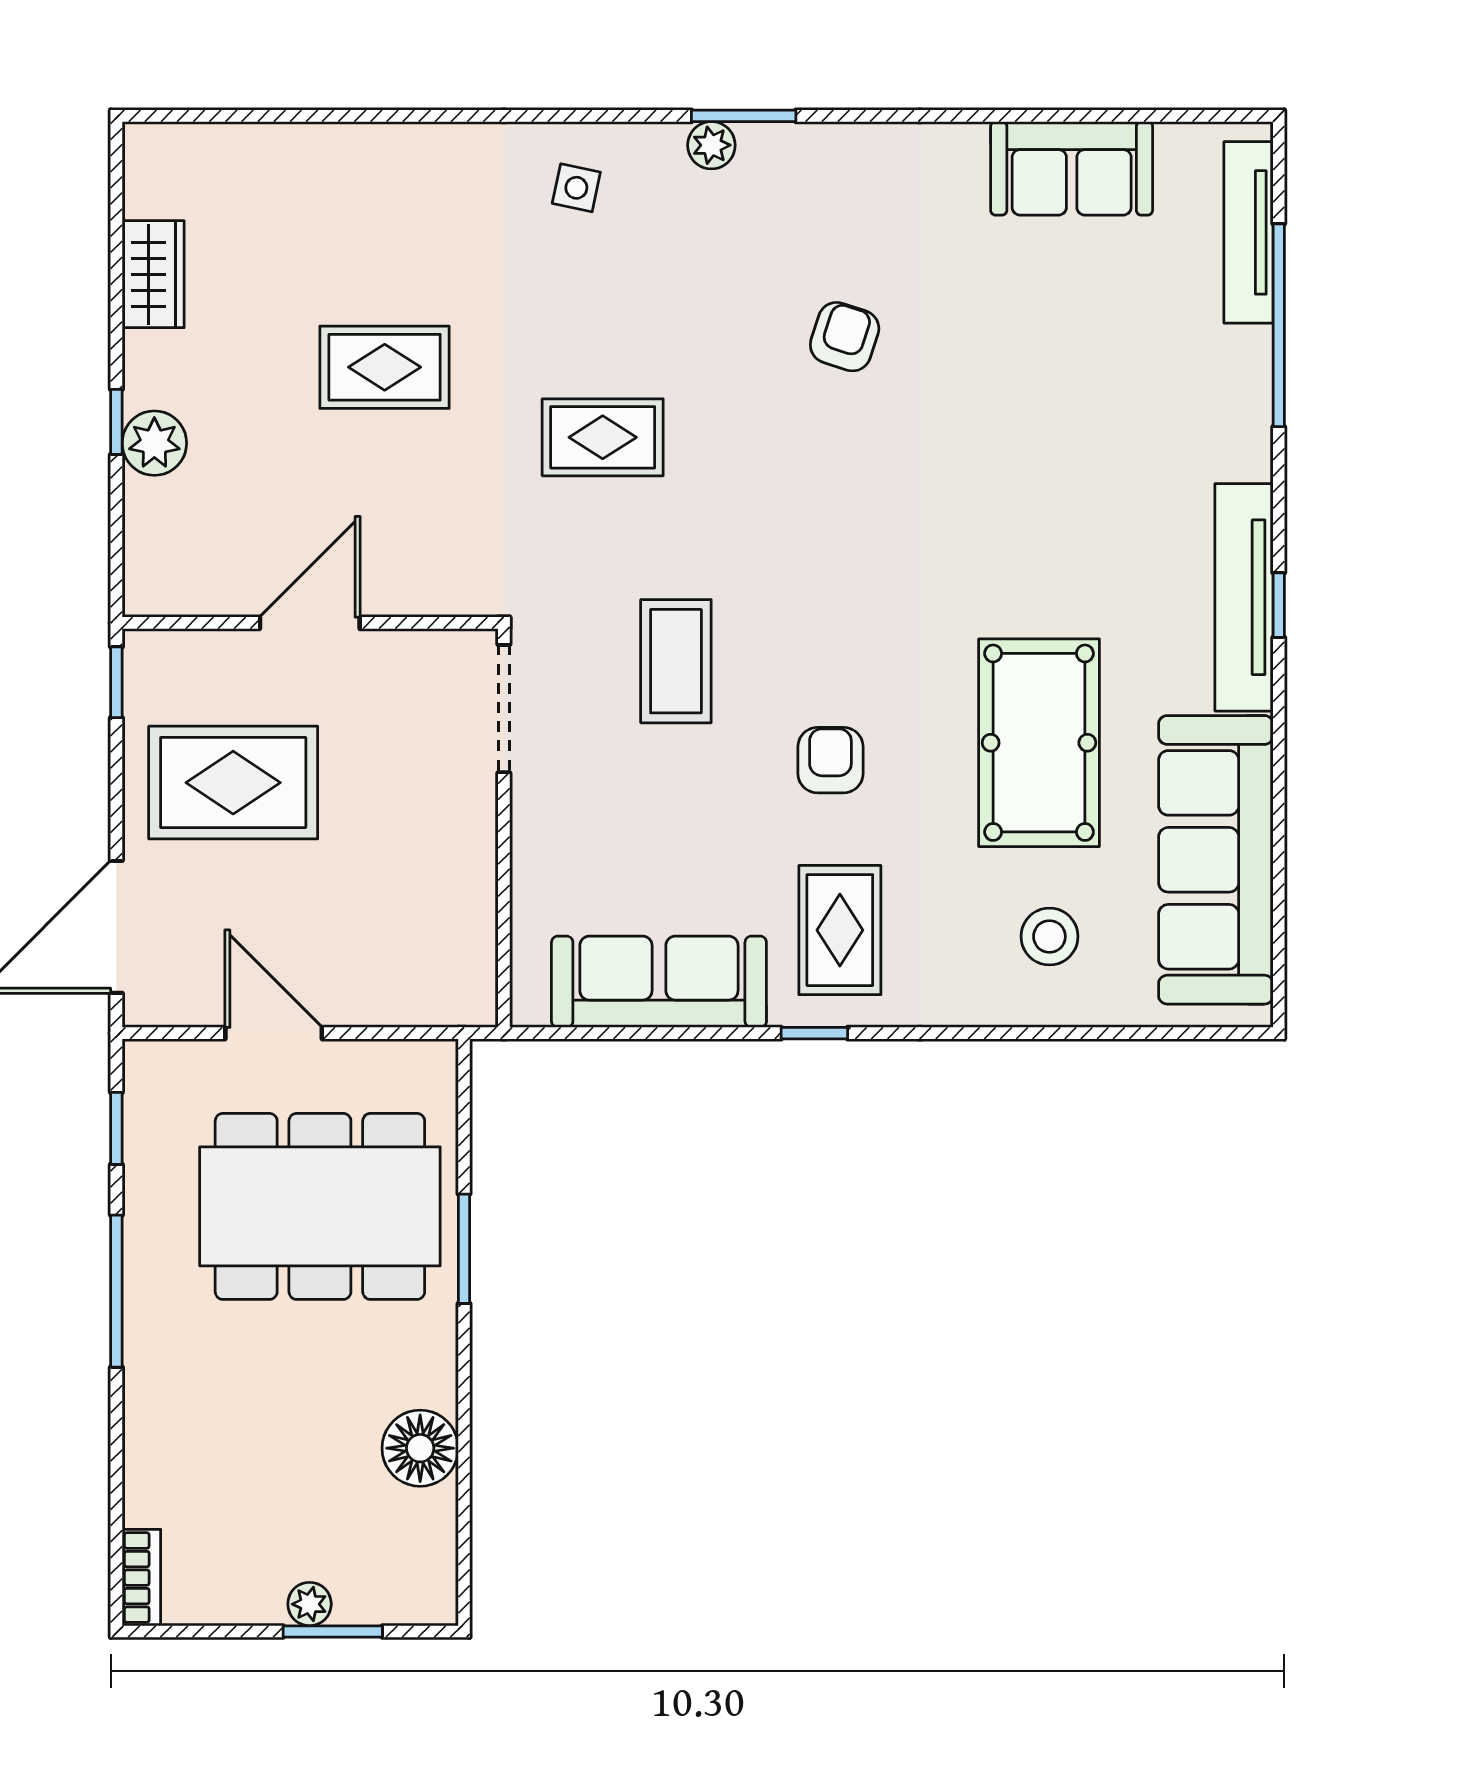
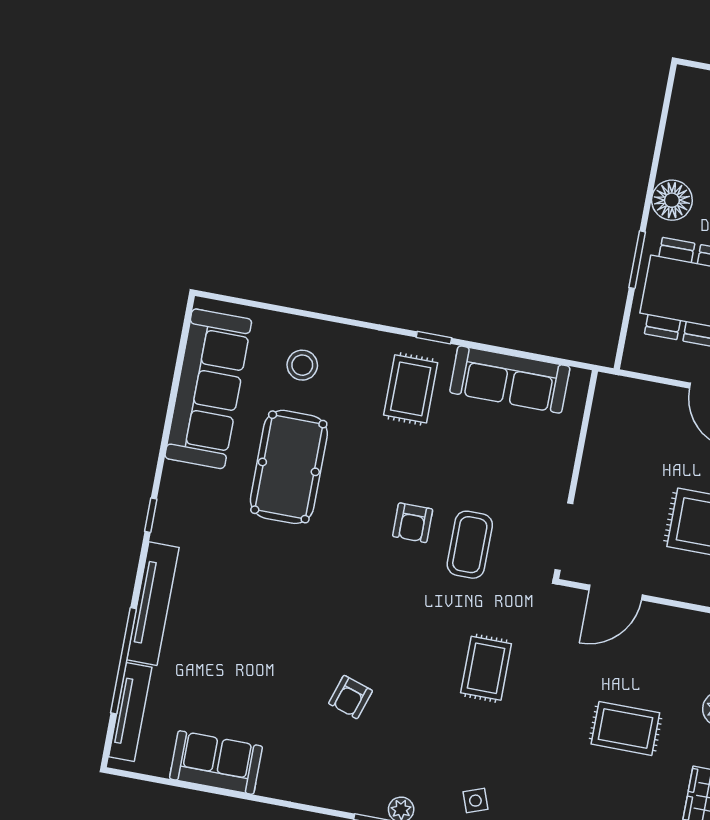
side table: (576, 188) -> (475, 801), turned -32
rug: (385, 367) -> (625, 728), moved
rug: (603, 437) -> (486, 668), turned 90
tv unit: (1244, 597) -> (153, 604), moved
door: (310, 623) -> (616, 593), moved
armchair: (830, 760) -> (413, 523), moved
floor lamp: (420, 1448) -> (672, 200), moved

